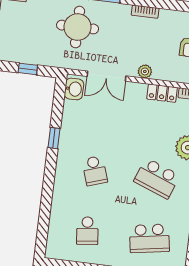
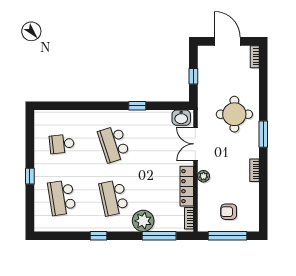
locker: (162, 93) -> (187, 186), width x1.53
school desk: (95, 171) -> (114, 144), width x1.85
school desk: (157, 178) -> (114, 198), turned -33

